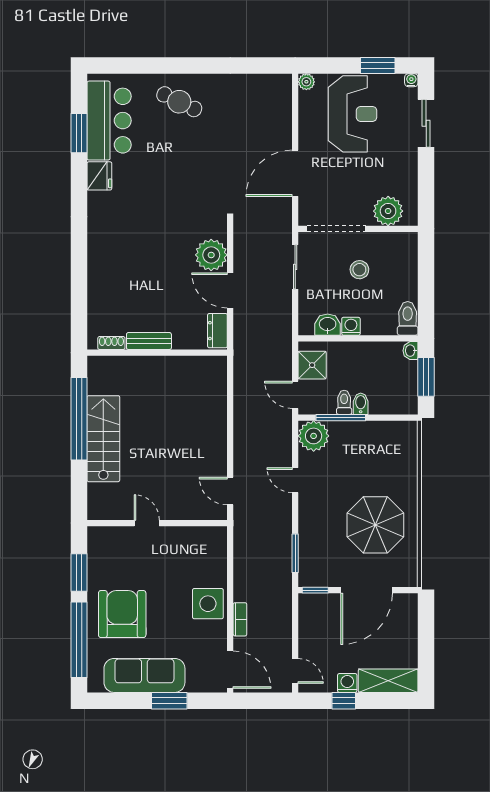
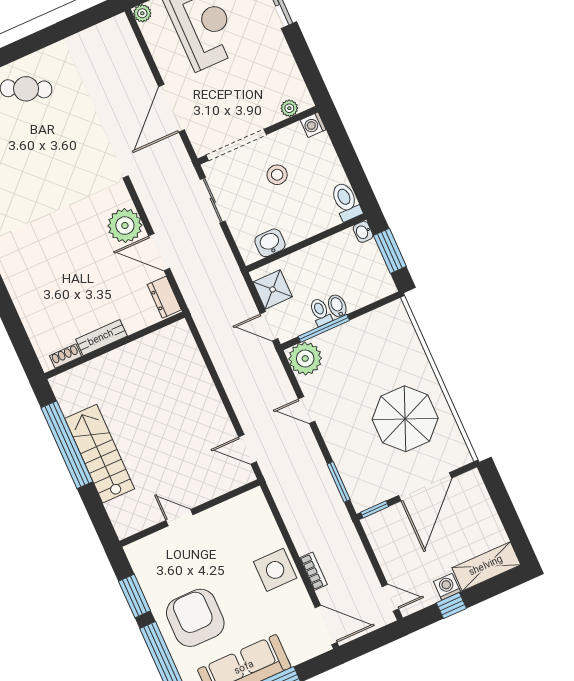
plant: (388, 211) -> (289, 108), width x0.53, depth x0.53
washing machine: (351, 326) -> (313, 125), moved, turned -90

